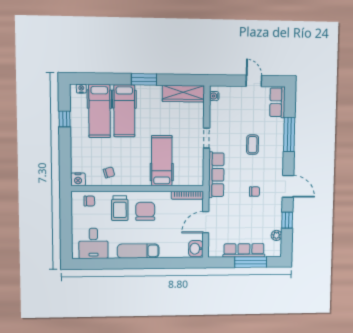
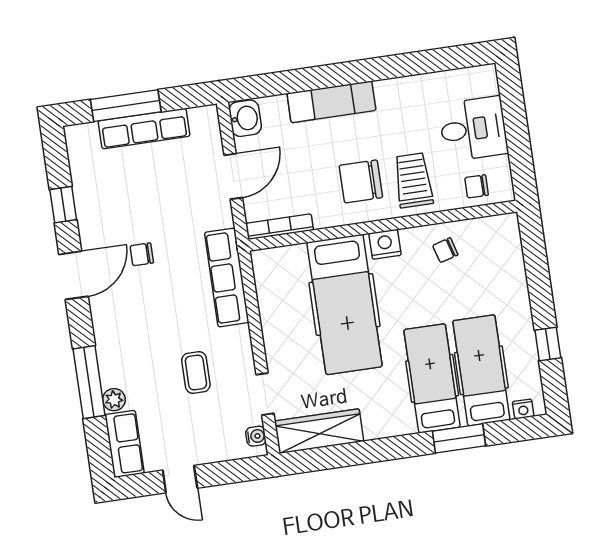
window: (144, 79) -> (459, 438), moved
doorway: (207, 138) -> (265, 394), moved
coffee table: (252, 145) -> (196, 372), moved
hospital bed: (162, 161) -> (345, 304), width x1.37, depth x1.29
nightstand: (78, 179) -> (385, 244), moved
door: (288, 186) -> (73, 275), swing flipped
chair: (145, 211) -> (361, 181), turned 90
plant: (276, 235) -> (114, 400), moved
desk: (93, 243) -> (473, 129), moved, turned 90
exam couch: (138, 251) -> (331, 102), moved

